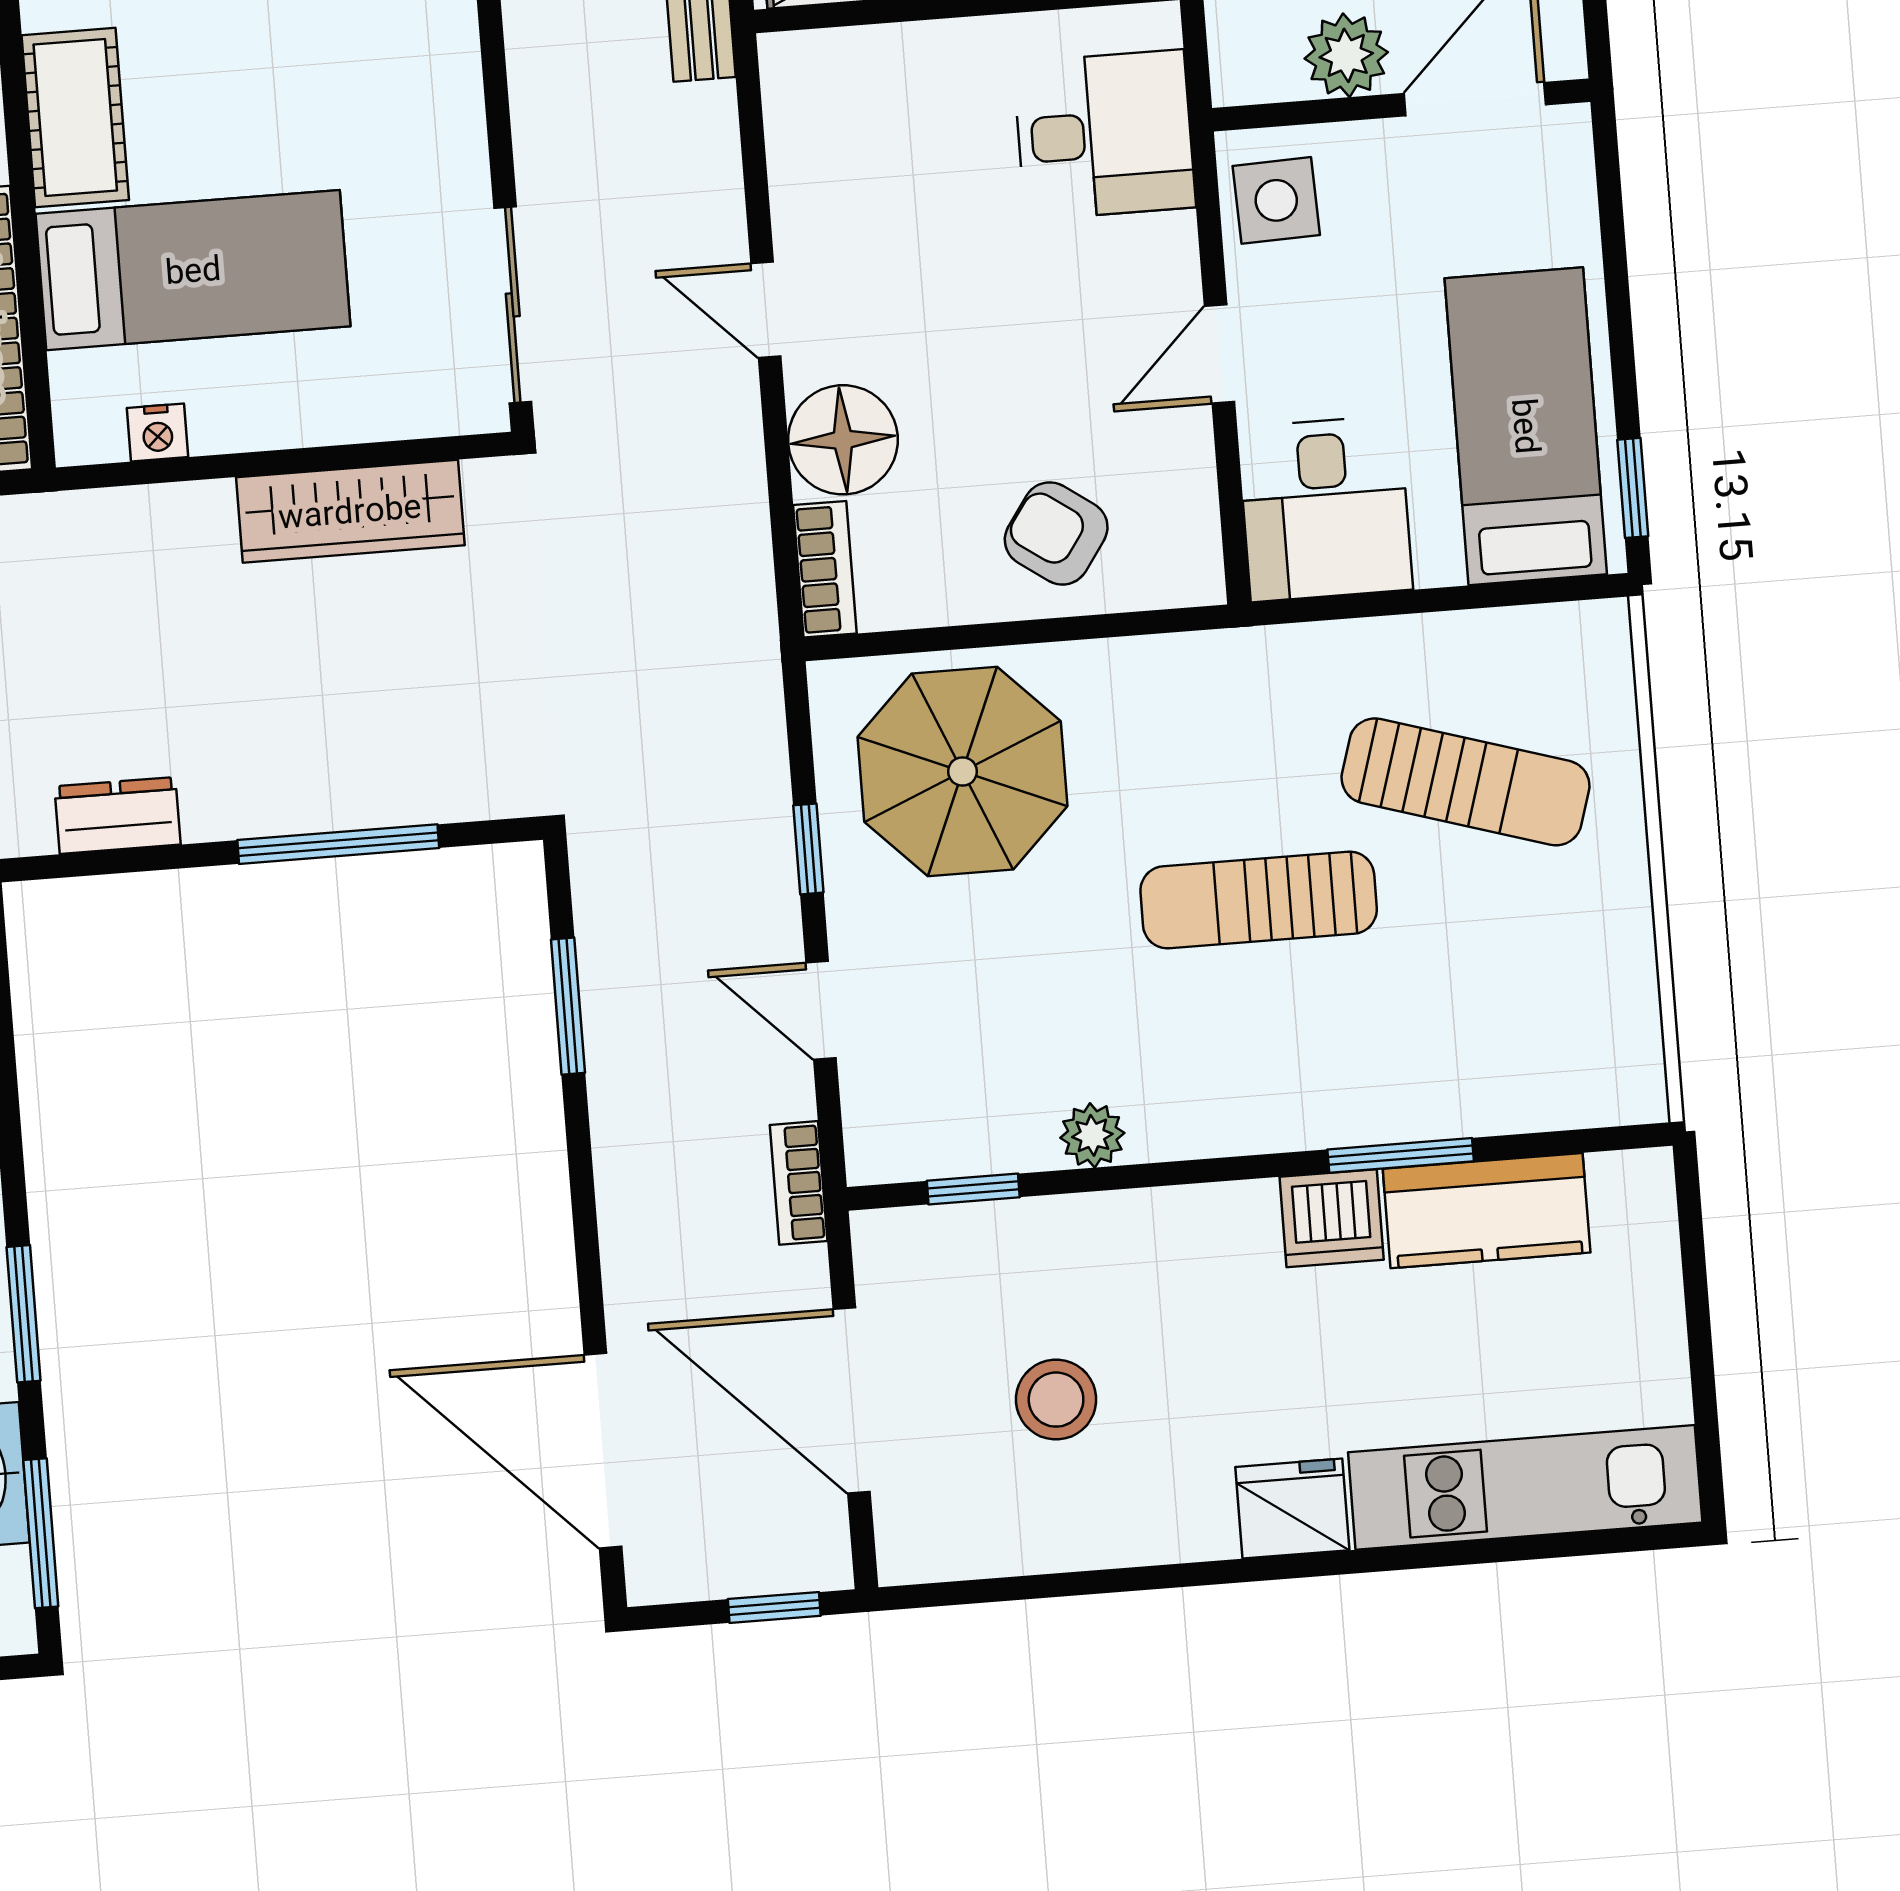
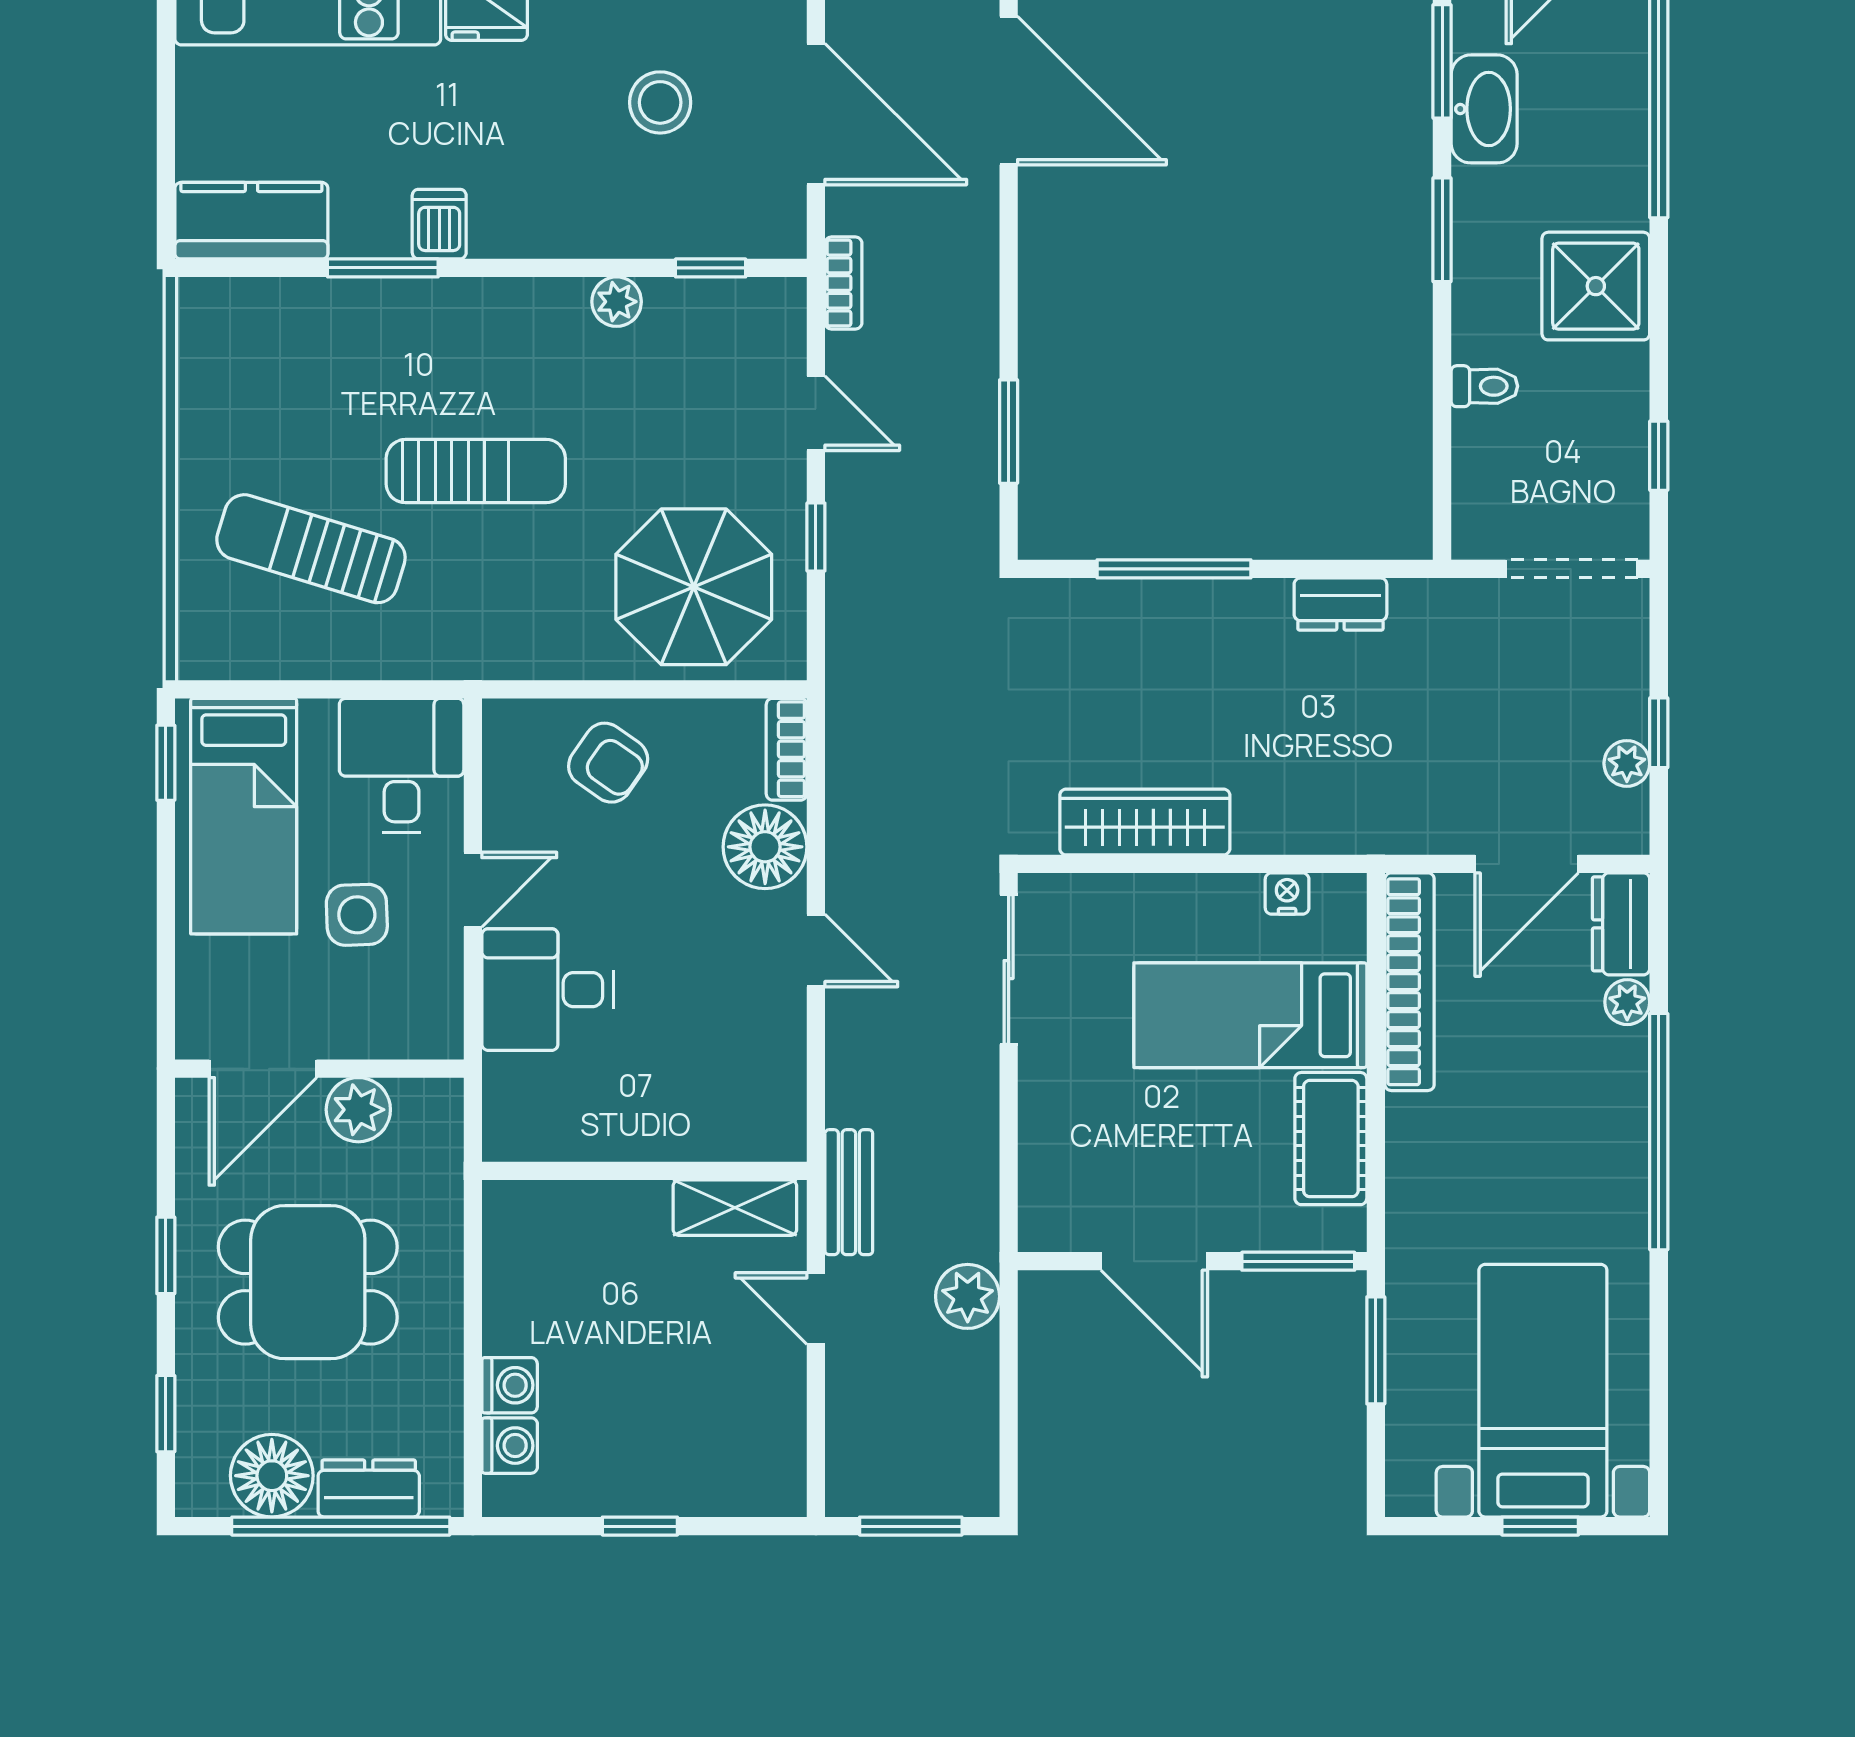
desk: (1104, 135) -> (547, 990), moved
side table: (1276, 200) -> (357, 915), moved
kitchen counter: (1487, 1211) -> (251, 221), moved
dishwasher: (1332, 1218) -> (439, 224), width x0.73

